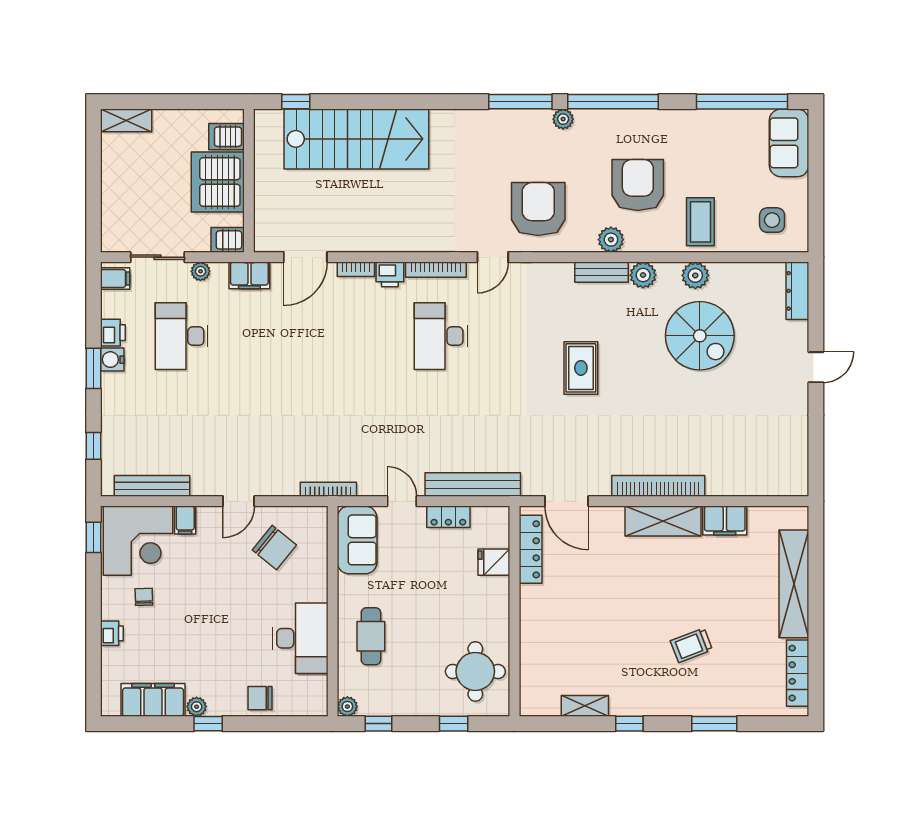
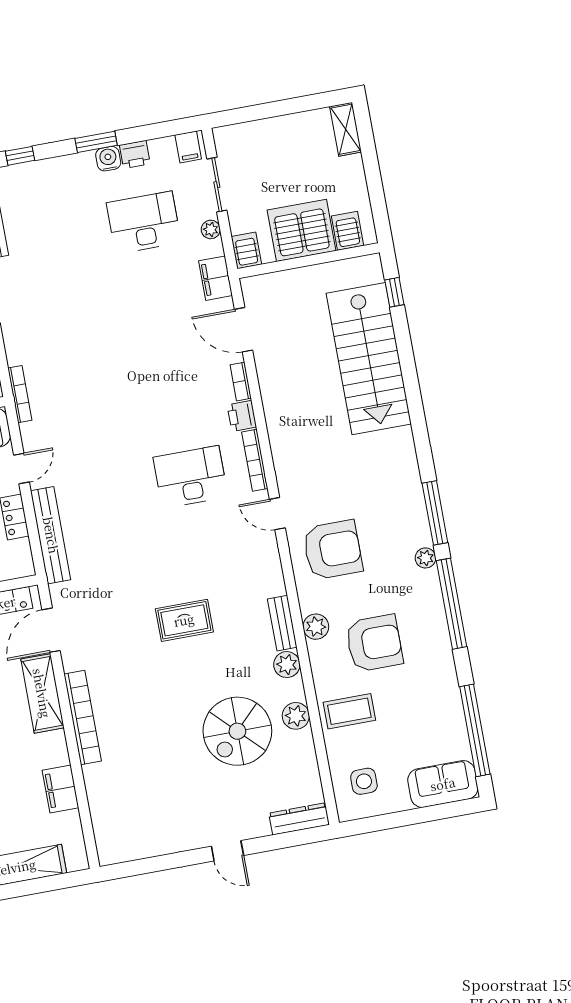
shelving: (663, 521) -> (42, 693), moved

